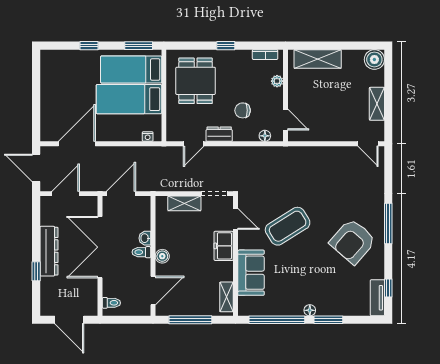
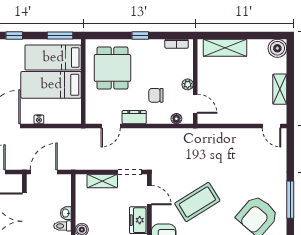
plant: (277, 81) -> (188, 84), moved
nightstand: (148, 137) -> (39, 119), moved

